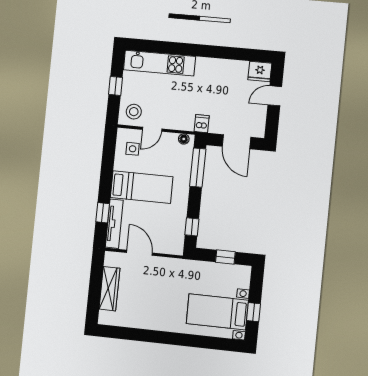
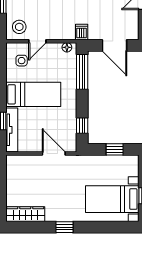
door: (139, 253) -> (54, 154), moved
wardrobe: (109, 289) -> (25, 214), moved, turned -90
window: (161, 337) -> (64, 227), added

